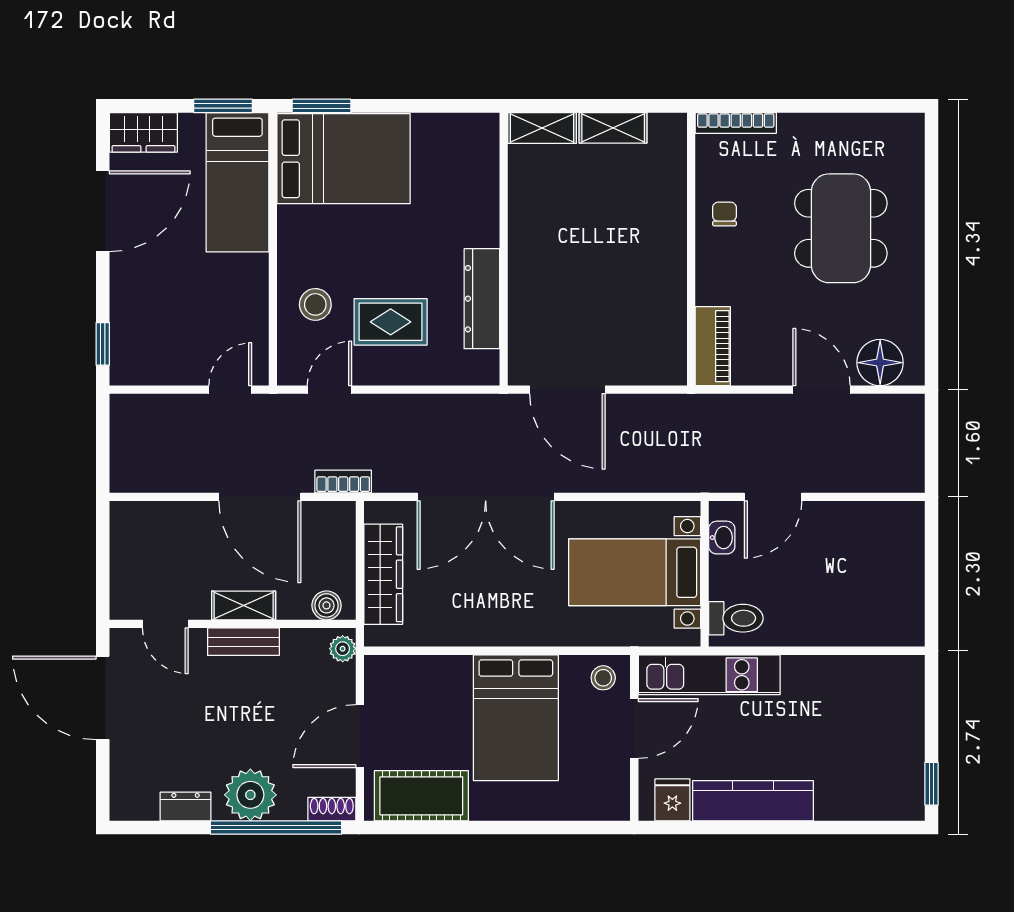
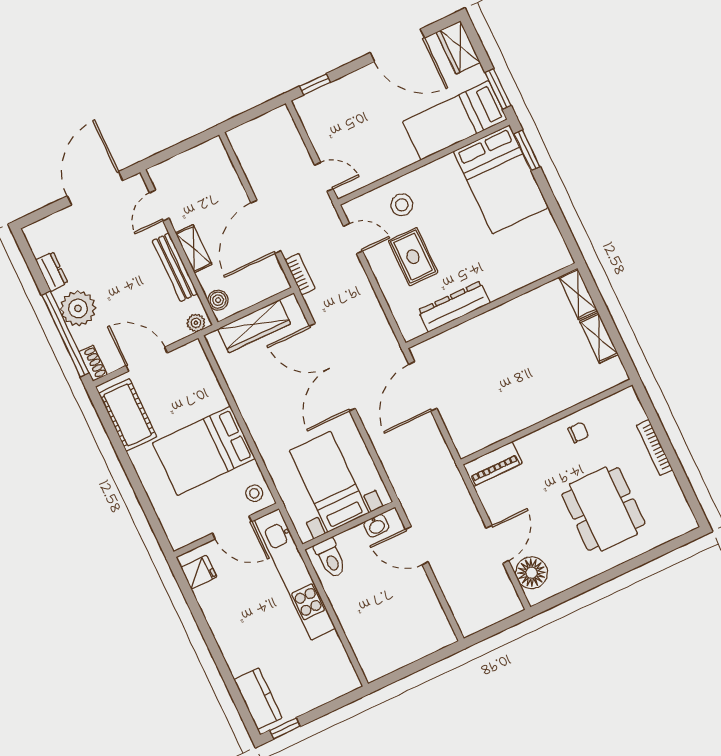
bookcase: (736, 123) -> (655, 448), moved
dining table: (841, 228) -> (603, 509), turned 90
bench: (243, 642) -> (175, 267), width x1.36
kitchen unit: (709, 675) -> (295, 574), width x1.36
kitchen counter: (753, 801) -> (258, 699), moved, width x0.67

